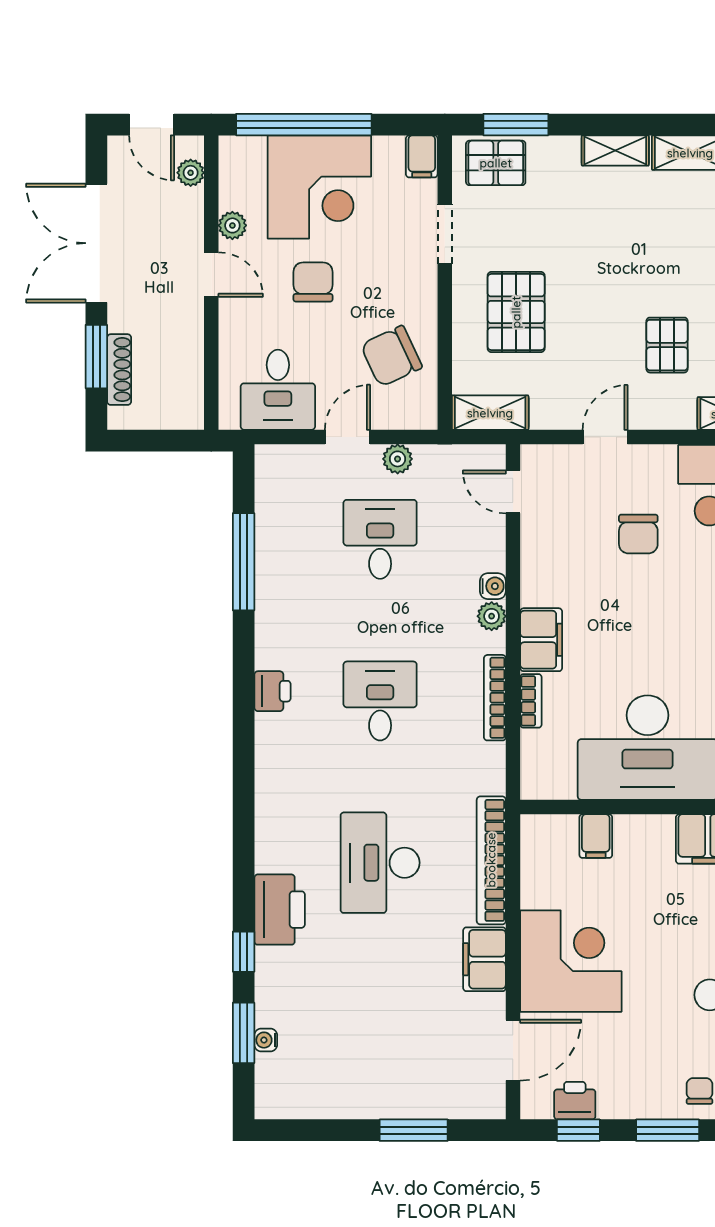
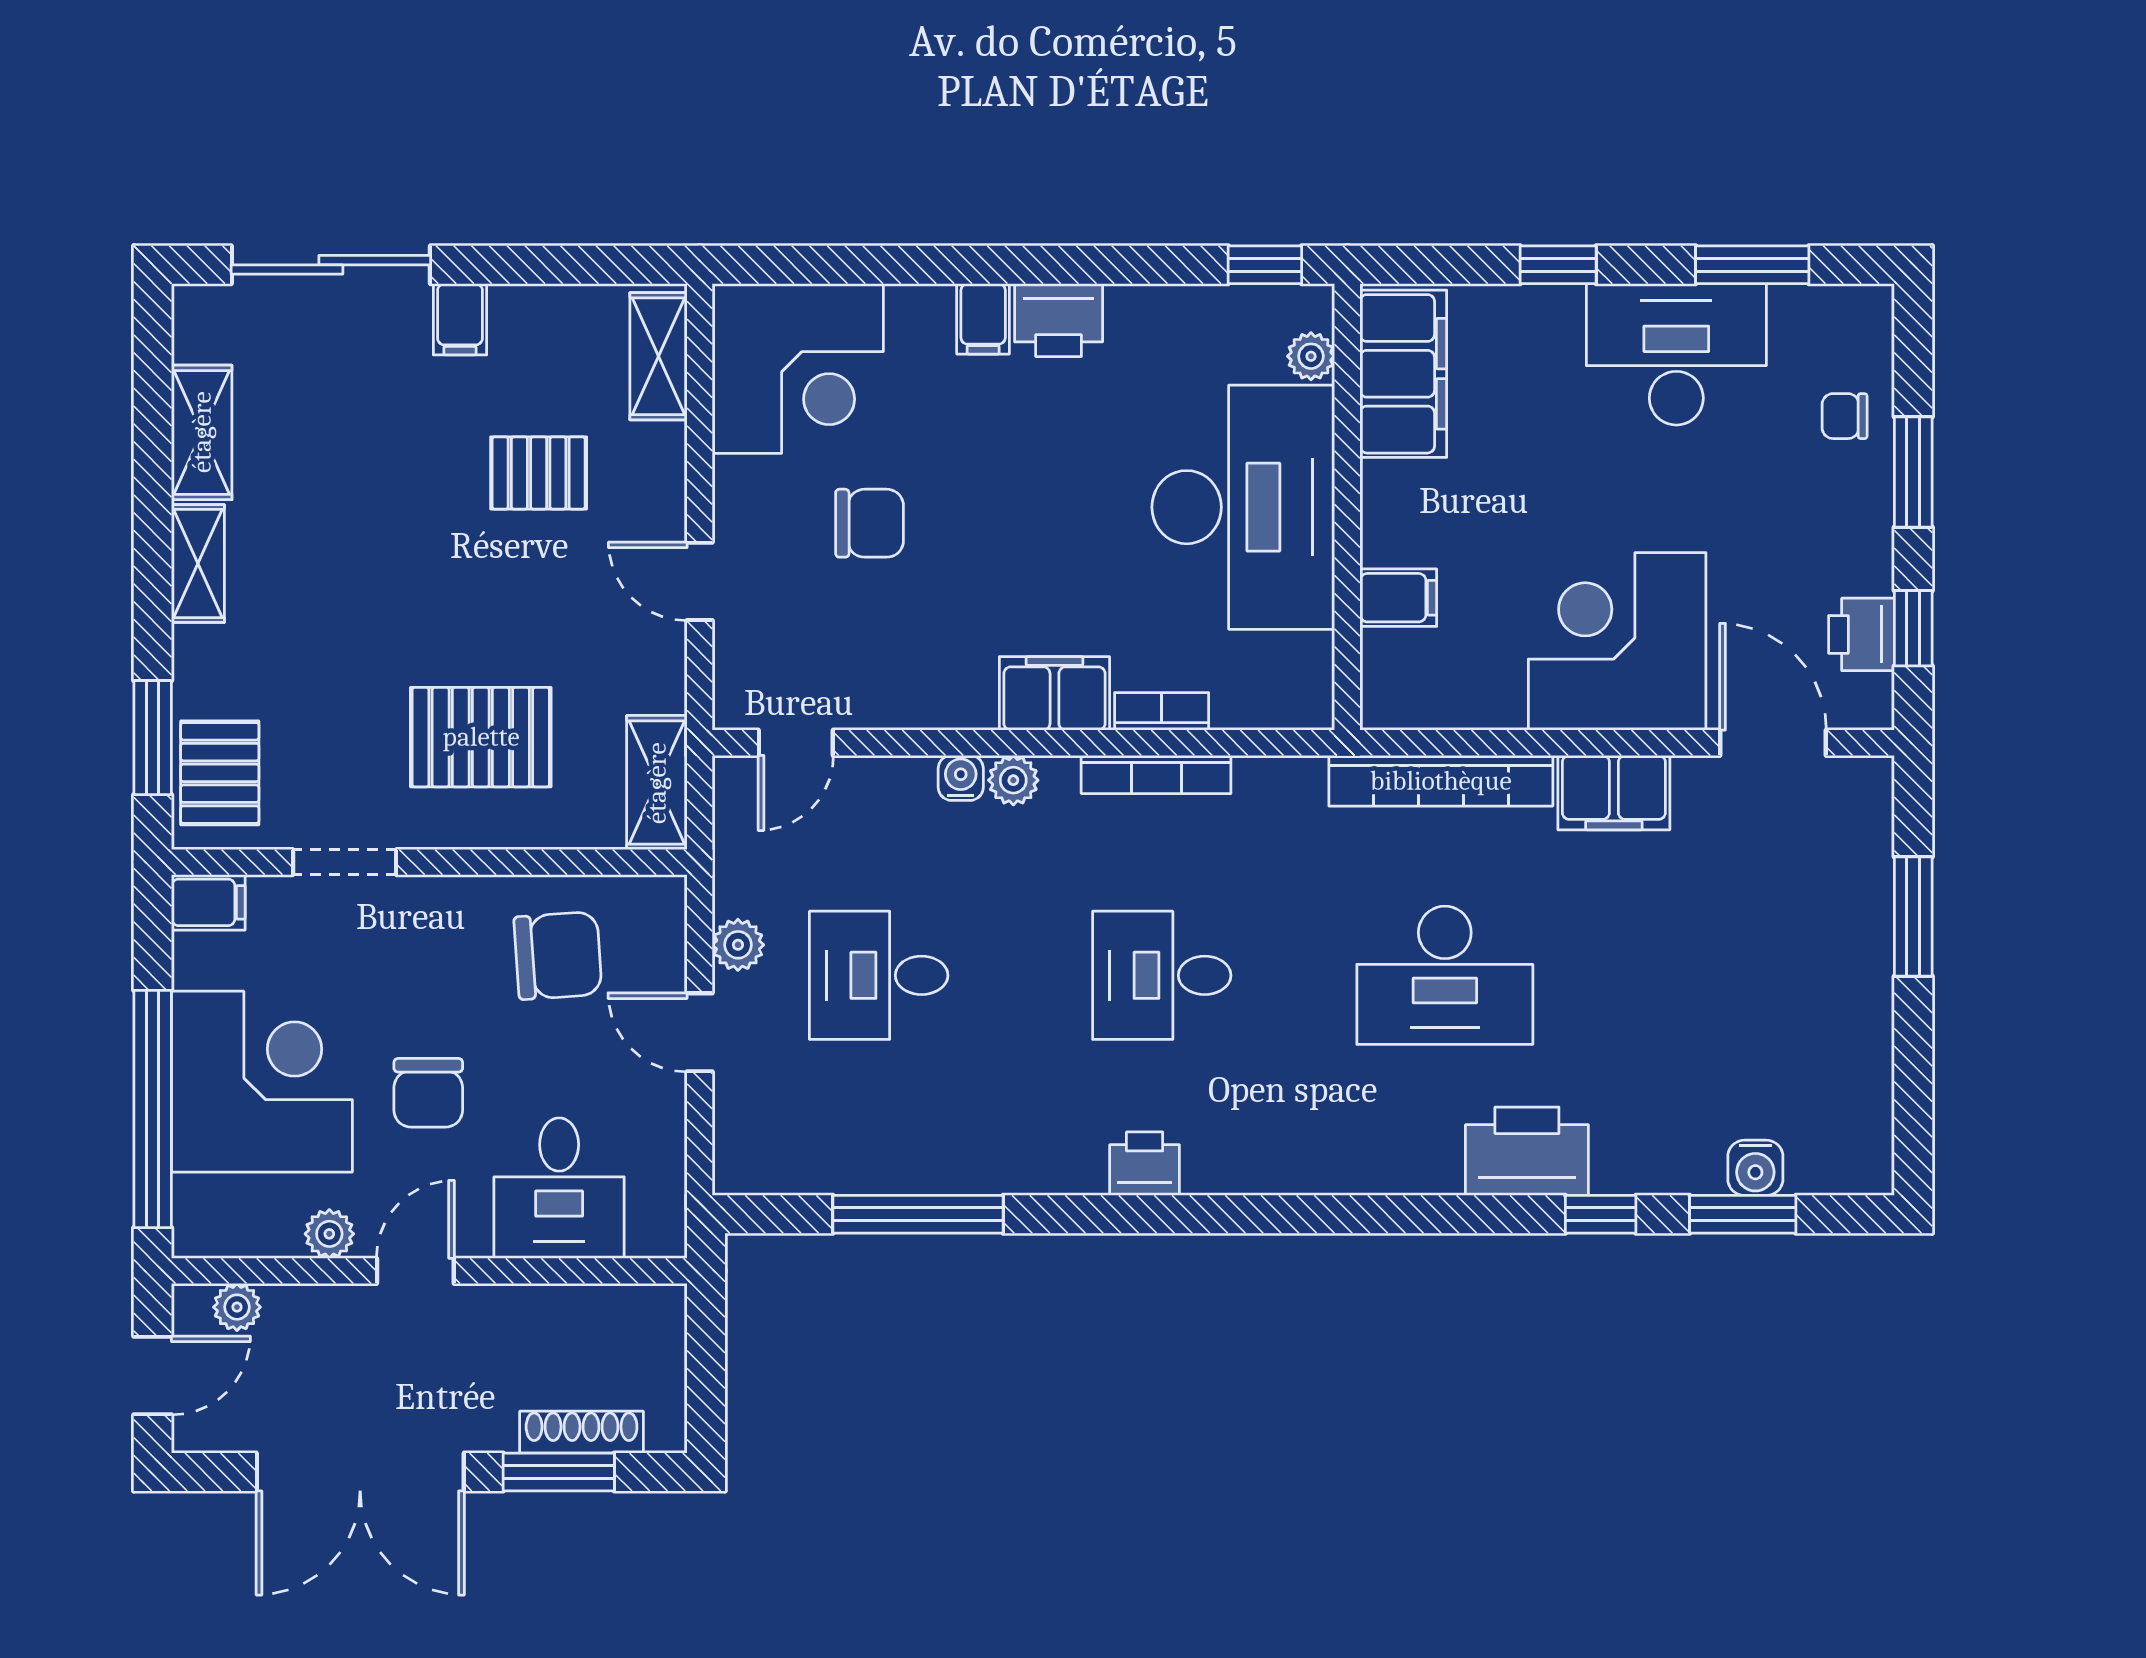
chair: (313, 282) -> (428, 1093), turned -90
chair: (391, 356) -> (558, 956), turned -69
desk: (278, 390) -> (559, 1188), moved, turned 90
water cooler: (266, 1040) -> (1755, 1168), width x1.38, depth x1.38

